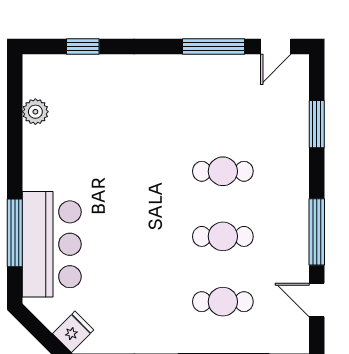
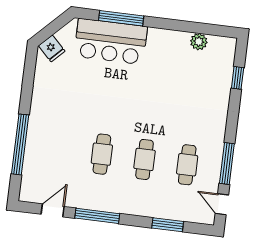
cafe table: (223, 302) -> (187, 165), moved

